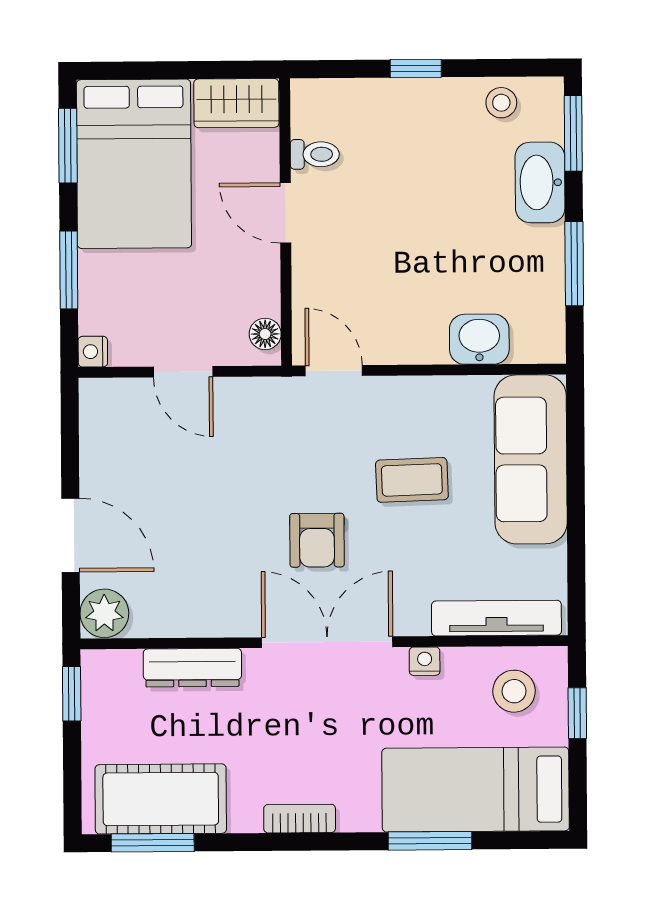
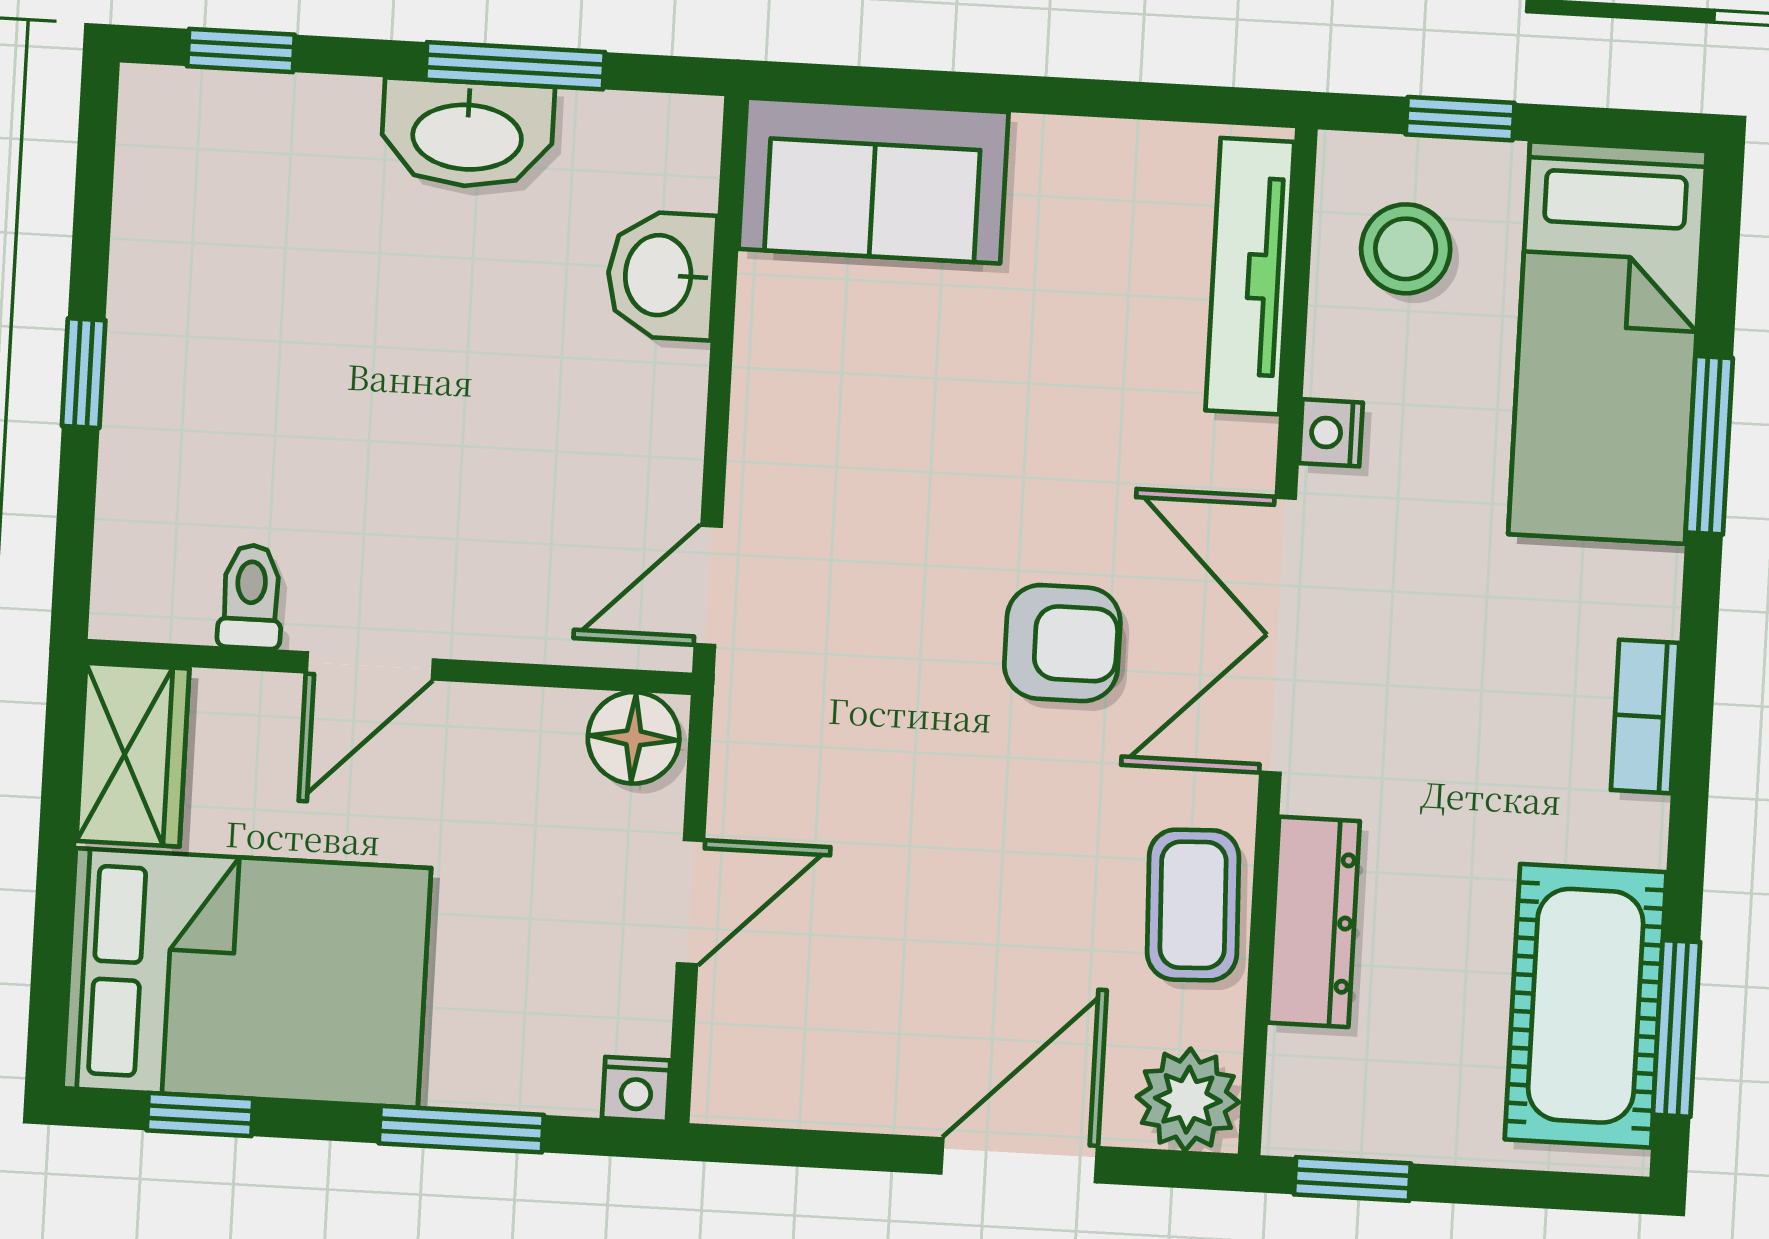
stool: (501, 103) -> (167, 198), removed
window: (573, 133) -> (241, 50), width x0.67
window: (68, 146) -> (200, 1115), width x0.67
washbasin: (540, 182) -> (467, 134), moved
floor lamp: (265, 334) -> (634, 738), width x1.37, depth x1.37
sofa: (531, 459) -> (873, 181), width x0.73
coffee table: (412, 480) -> (1193, 905), moved

